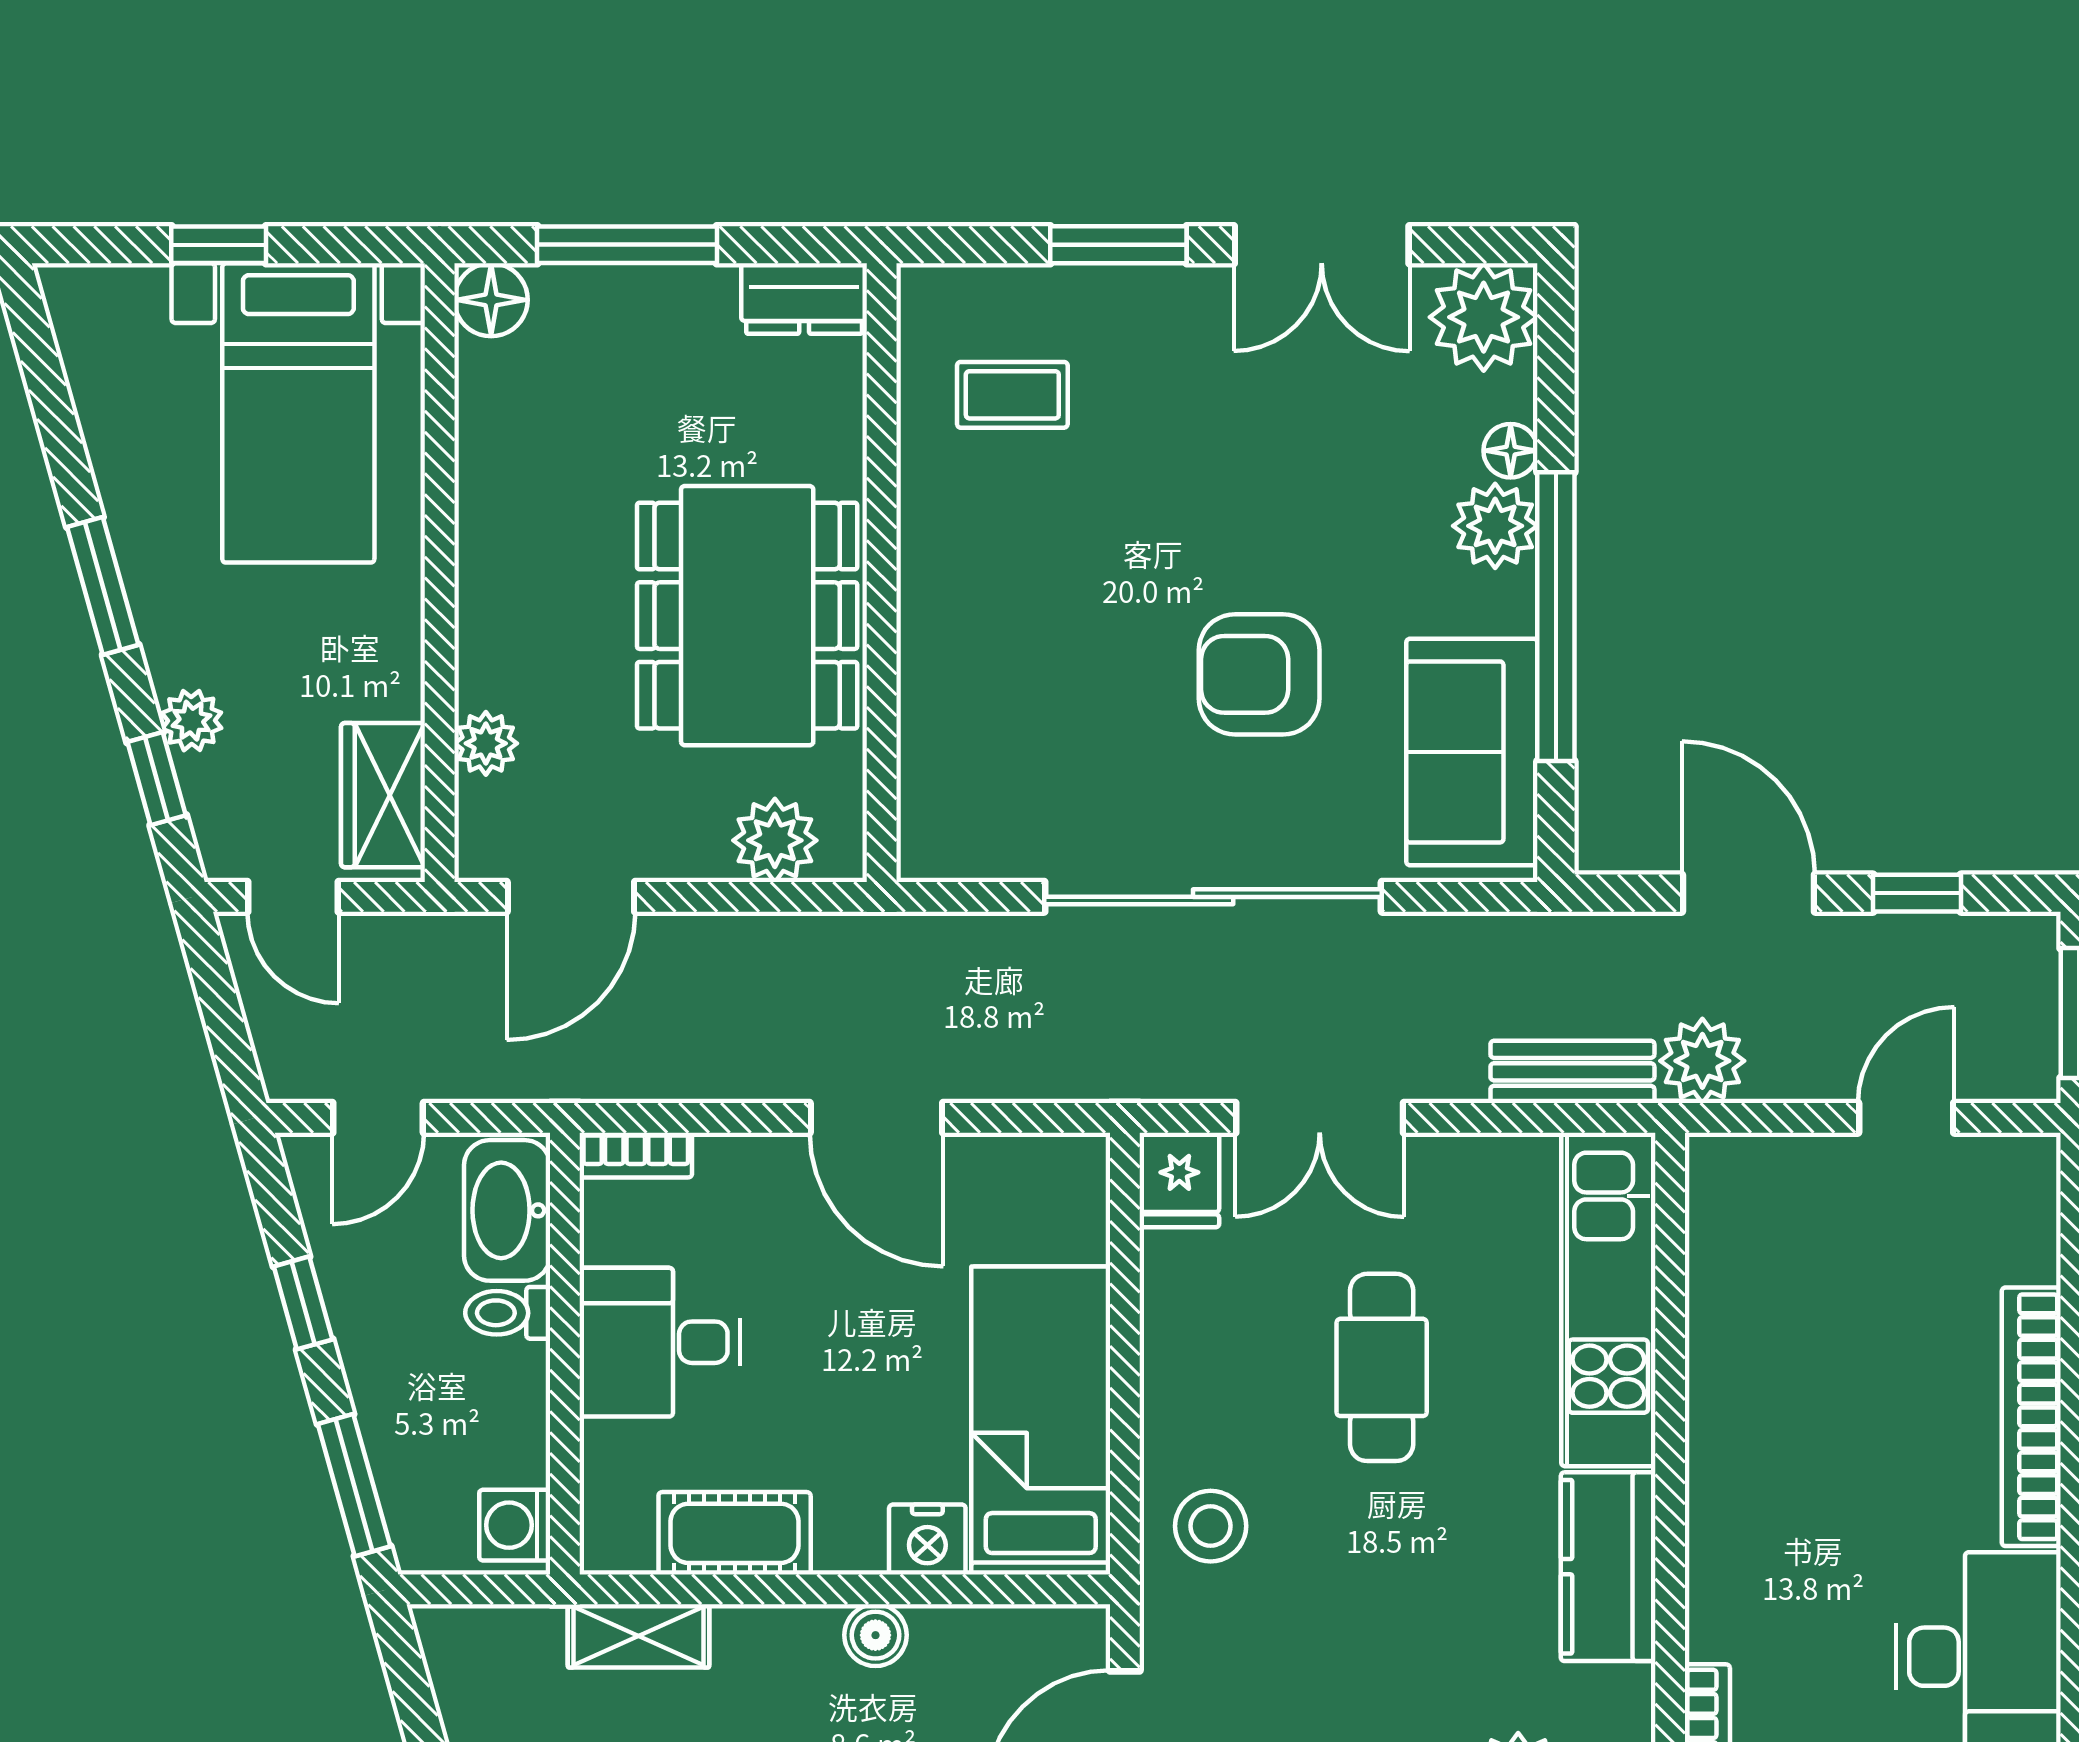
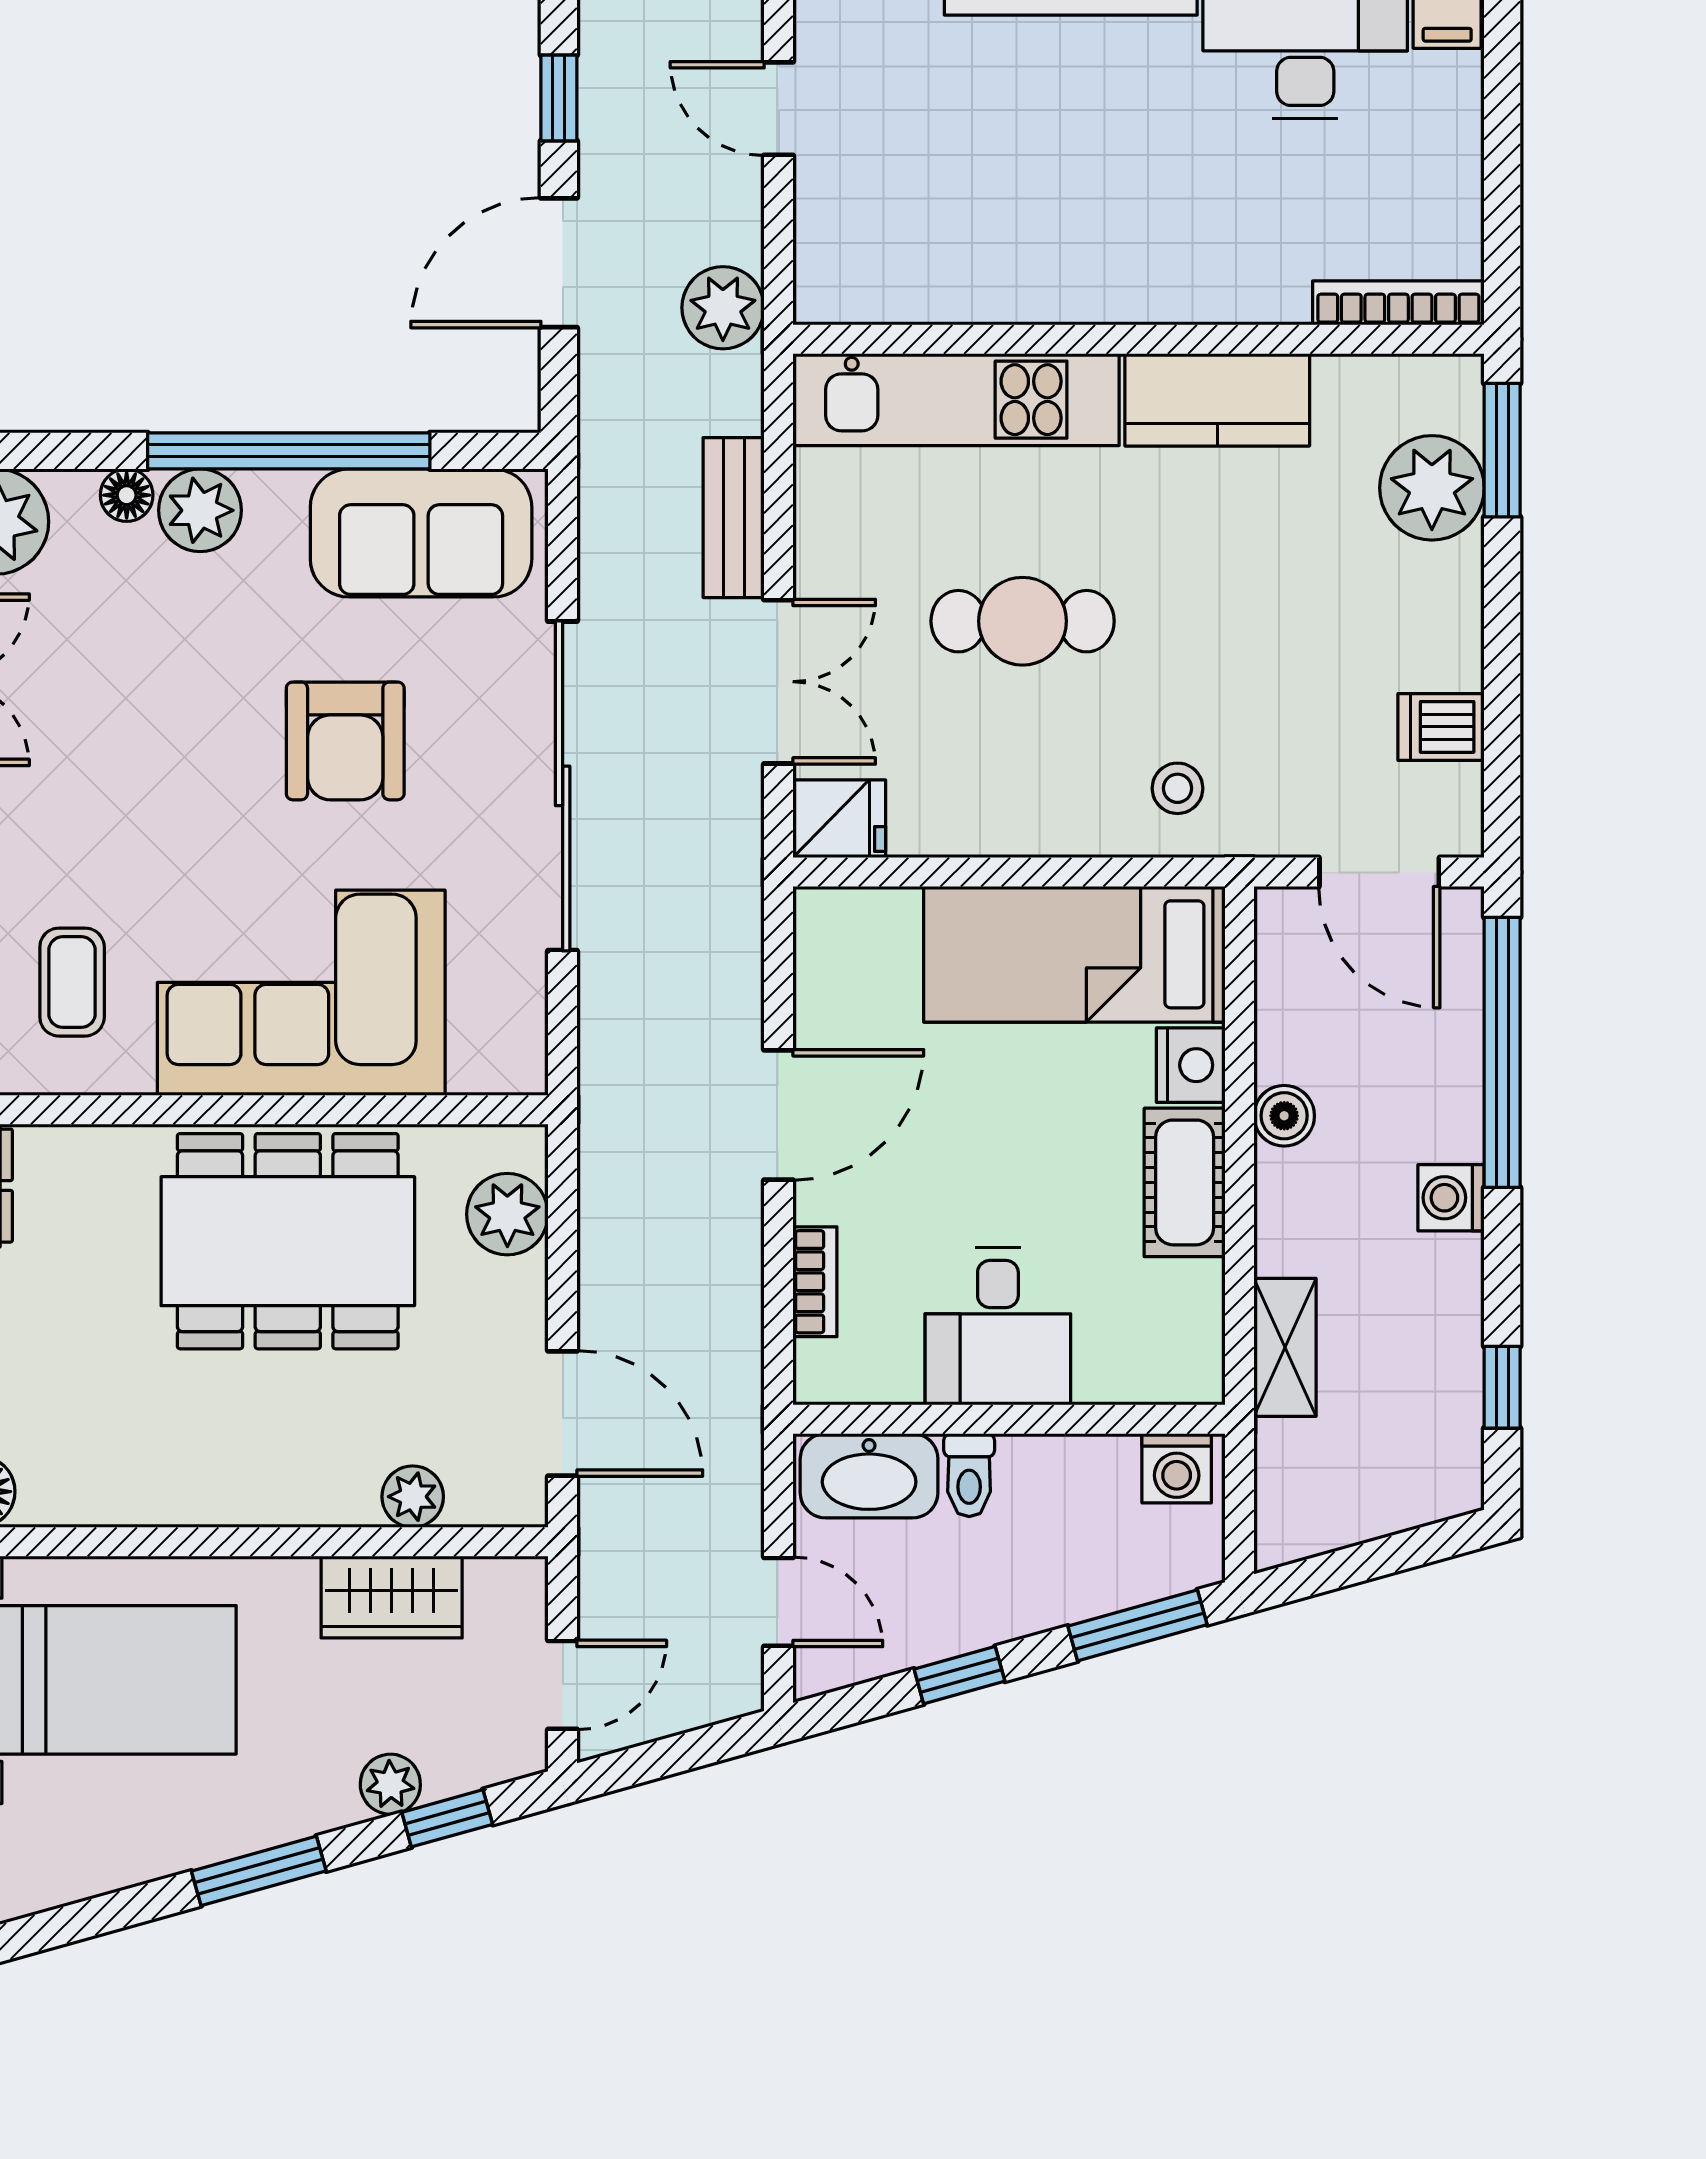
corner sofa: (1001, 629) -> (301, 993), added
wardrobe: (383, 795) -> (392, 1597), moved
bench: (1572, 1072) -> (734, 518), moved
bookcase: (636, 1155) -> (815, 1282), moved
stool: (1211, 1526) -> (1178, 788), width x0.73, depth x0.73
cot: (735, 1533) -> (1185, 1182), moved

